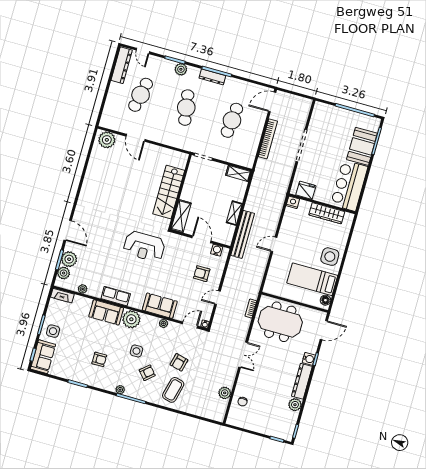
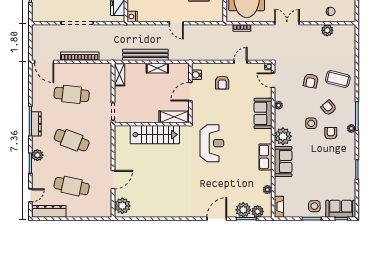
cafe table: (186, 108) -> (72, 140), turned 30
bench: (243, 234) -> (145, 55), moved
door: (217, 298) -> (241, 62), swing flipped
armchair: (99, 359) -> (331, 133), moved
armchair: (179, 362) -> (311, 81), turned 87

